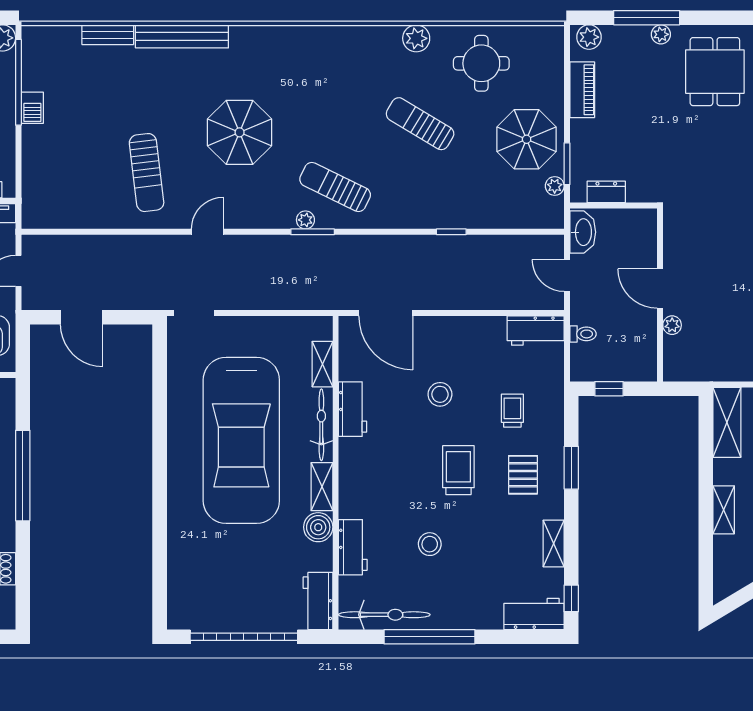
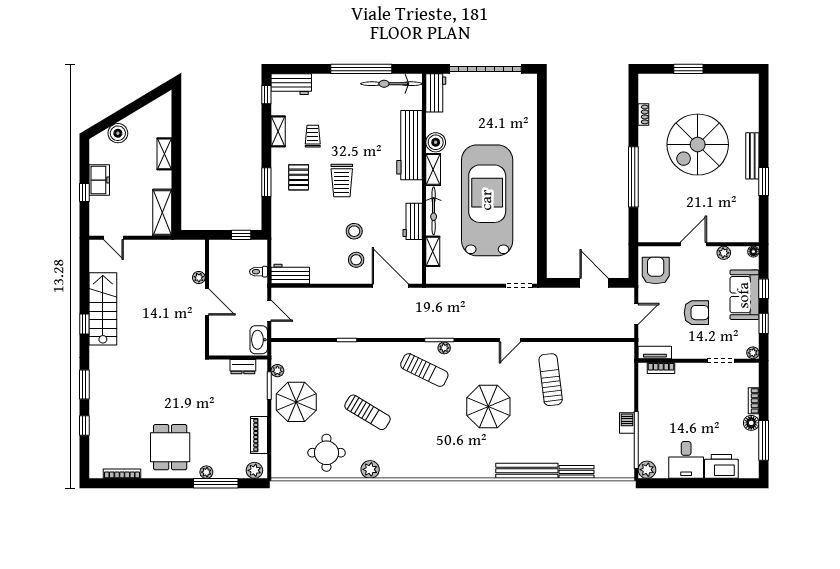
trolley: (512, 411) -> (313, 136), moved, turned 180
stool: (430, 544) -> (356, 260), moved
workbench: (353, 547) -> (409, 145), width x1.88, depth x1.32

